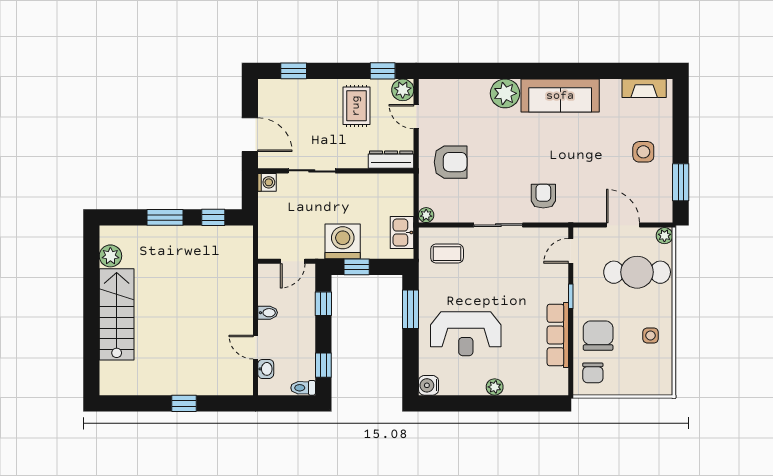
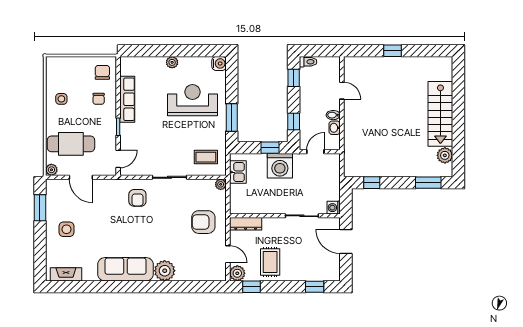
window: (165, 217) -> (428, 183), moved
chair: (598, 336) -> (99, 99), width x0.54, depth x0.54
washbasin: (266, 369) -> (335, 128), moved

